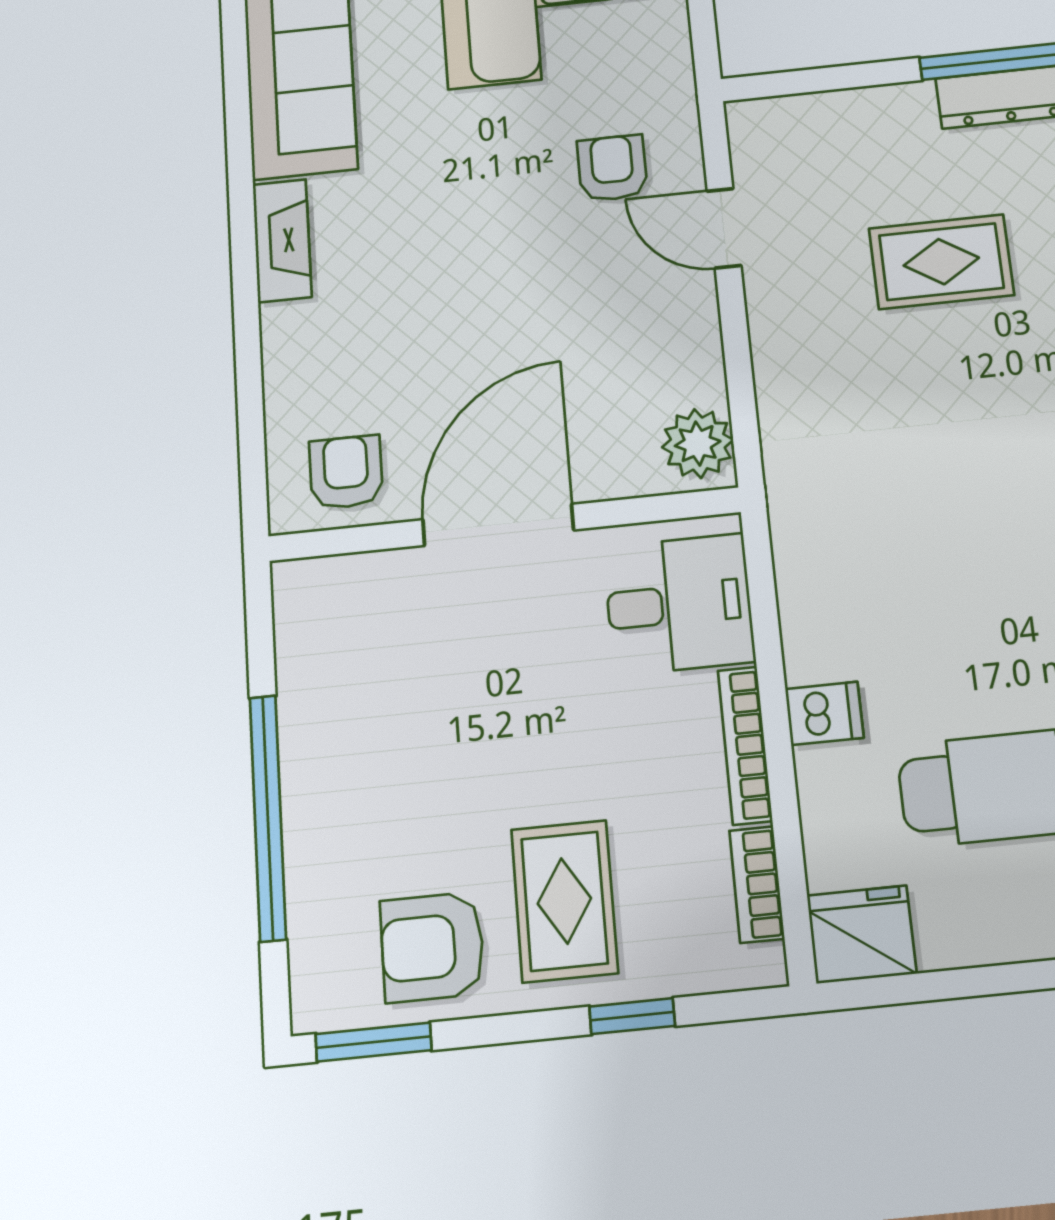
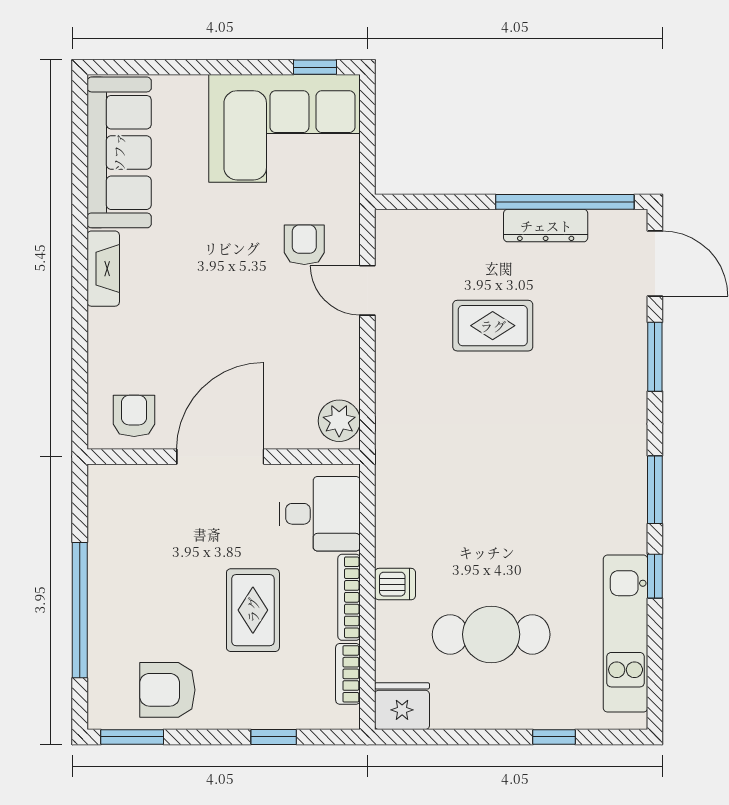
rug: (564, 901) -> (253, 610), moved

